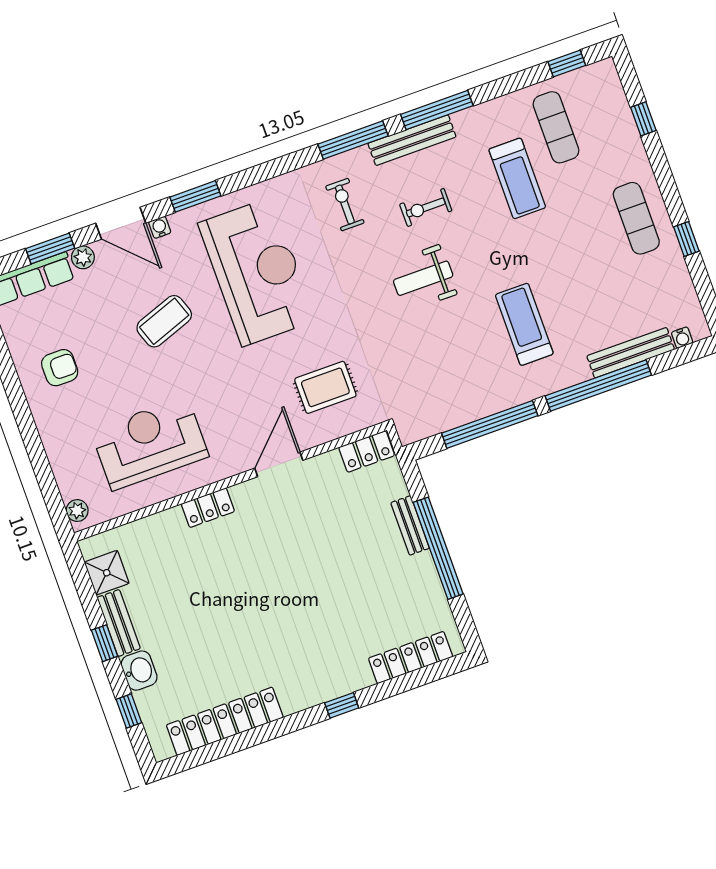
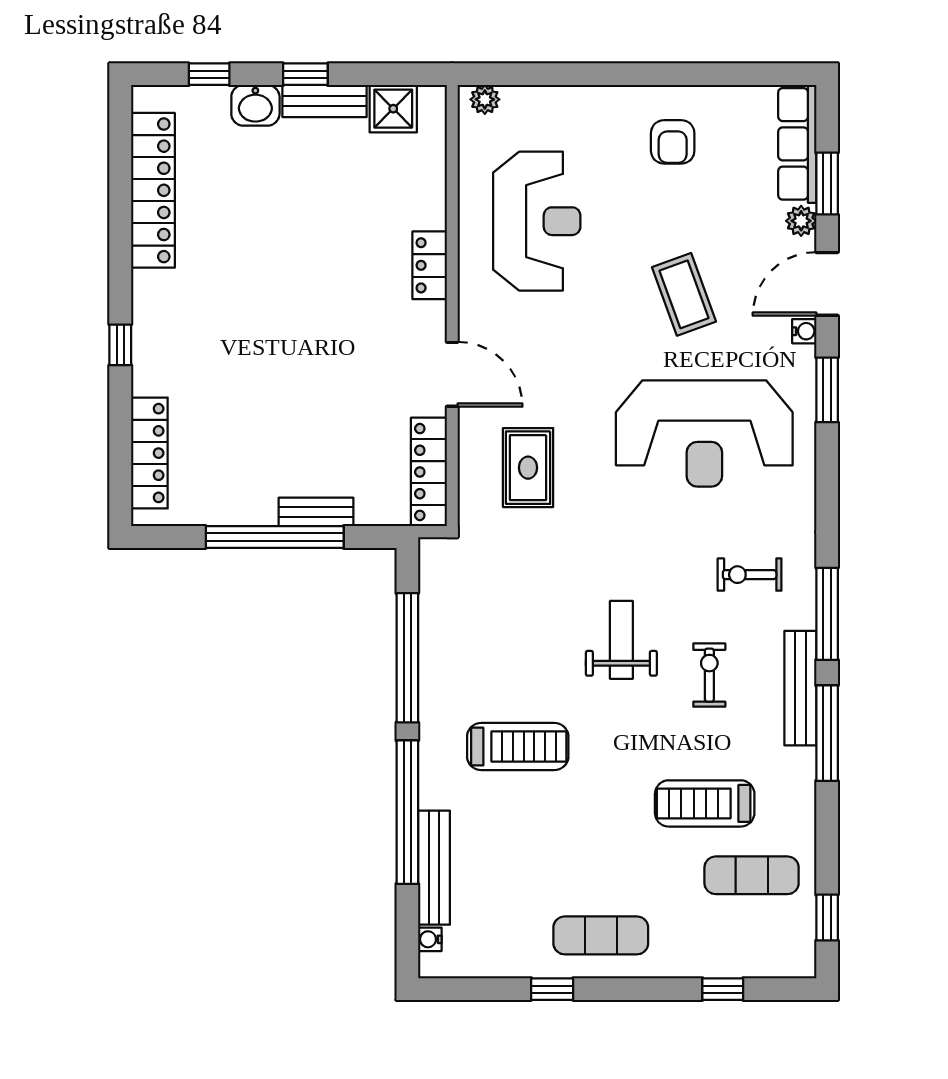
exercise bike: (345, 205) -> (750, 575), turned 180
locker: (367, 451) -> (429, 472), width x1.53

